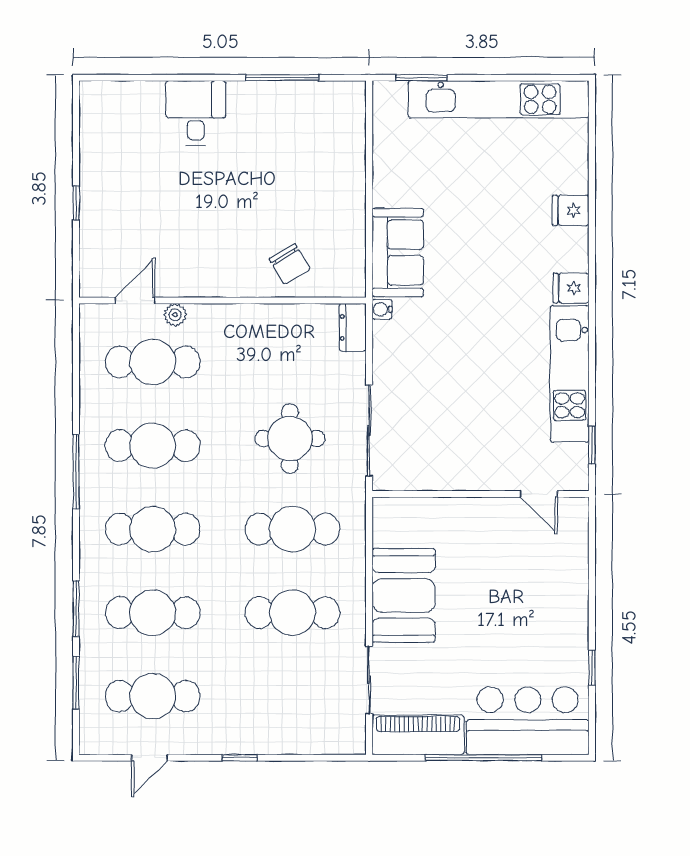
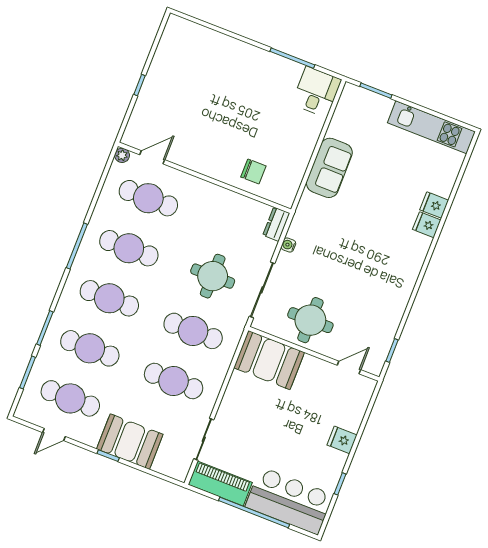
kitchen unit: (499, 99) -> (431, 127), width x0.73
desk: (196, 113) -> (317, 92), moved
sofa: (398, 252) -> (329, 168), moved
chair: (290, 264) -> (253, 171), turned -59
fridge: (571, 288) -> (427, 225), moved
water cooler: (382, 309) -> (288, 245), moved
plant: (175, 315) -> (122, 155), moved
kitchen unit: (570, 374) -> (395, 303), removed
round table: (456, 447) -> (310, 320), added
door: (539, 494) -> (349, 367), swing flipped
booth: (404, 595) -> (269, 360), moved, turned 90
fridge: (570, 603) -> (342, 440), added
booth: (263, 725) -> (130, 442), added

